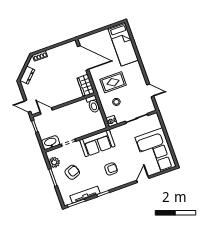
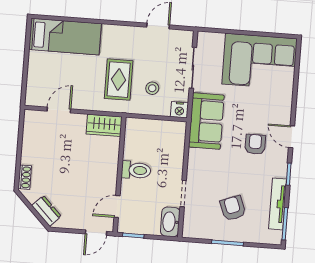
door: (83, 58) -> (59, 110), width x0.53
toilet: (93, 104) -> (136, 170), moved
sofa: (97, 143) -> (206, 121), moved
plant: (54, 162) -> (204, 230), removed
door: (143, 179) -> (291, 137), moved

